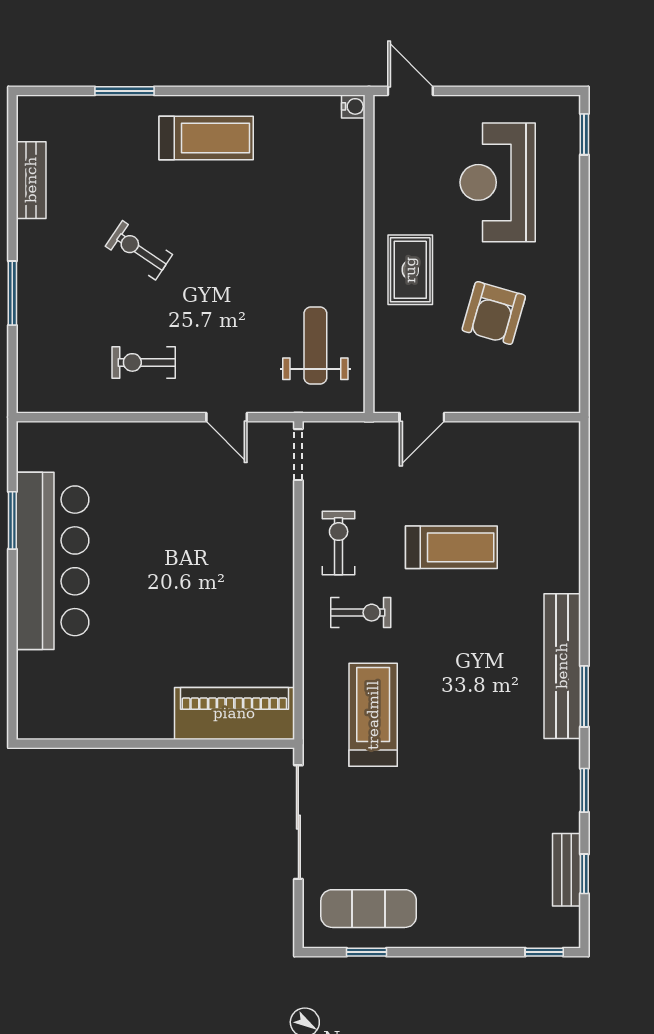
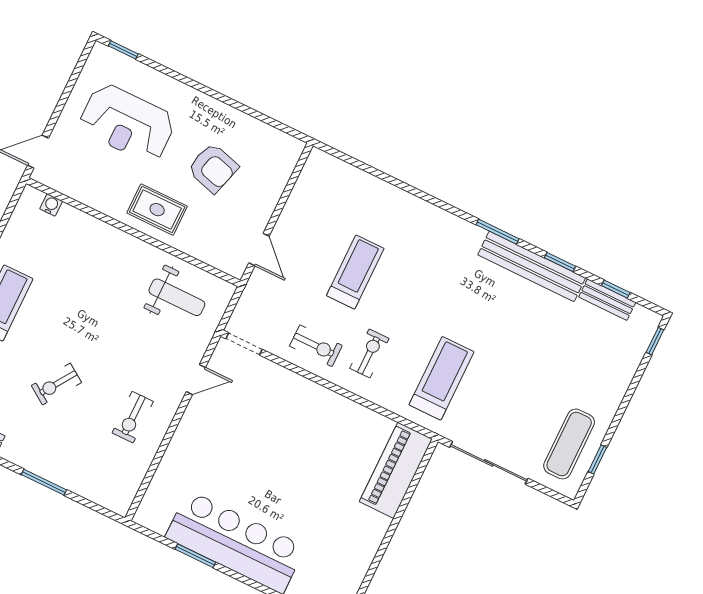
water cooler: (353, 106) -> (51, 205), moved
weight bench: (315, 345) -> (177, 297), turned 180
exercise bike: (339, 543) -> (316, 346), turned 180
bench: (562, 666) -> (532, 266), moved
treadmill: (373, 715) -> (441, 378), turned 90

